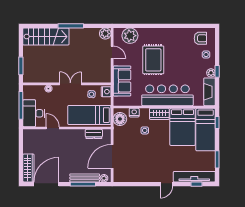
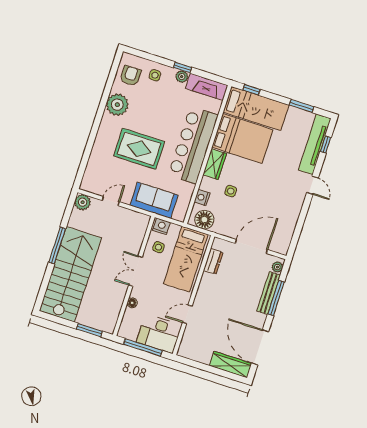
plant: (130, 36) -> (117, 105), moved
stairs: (46, 37) -> (70, 274), width x1.36, depth x1.51
door: (112, 156) -> (251, 247), swing flipped

